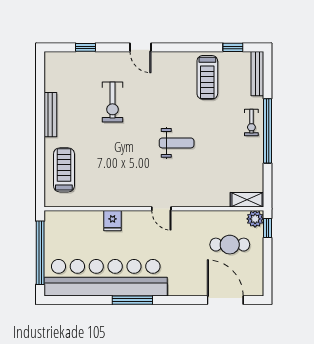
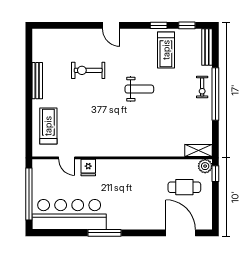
window: (86, 47) -> (159, 25), moved
exercise bike: (112, 102) -> (88, 70), turned 90
weight bench: (177, 143) -> (139, 89), moved
door: (161, 209) -> (67, 158), moved
bar counter: (106, 278) -> (69, 214), width x0.73

